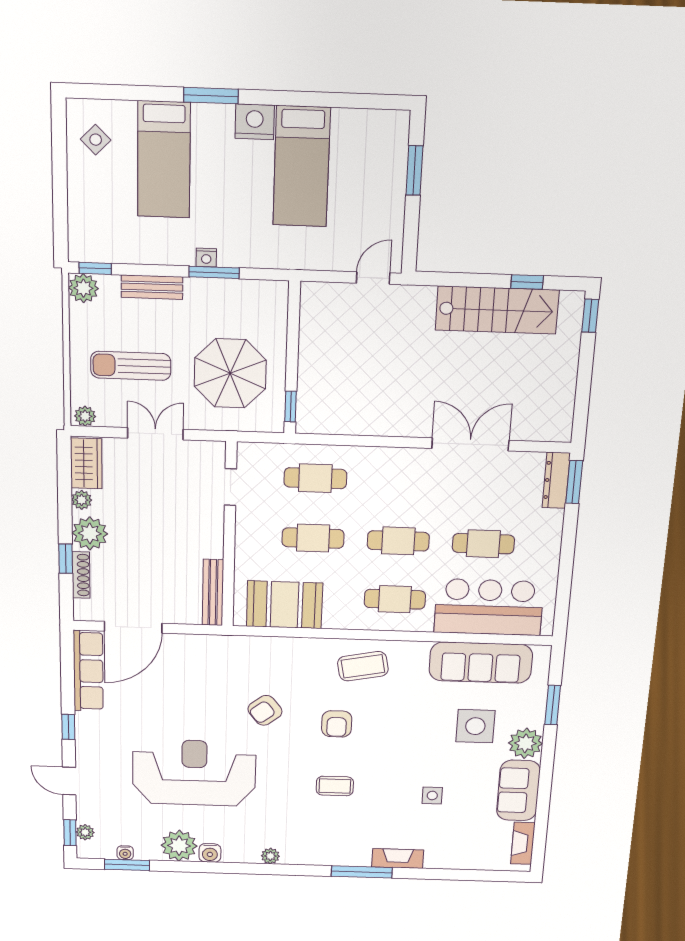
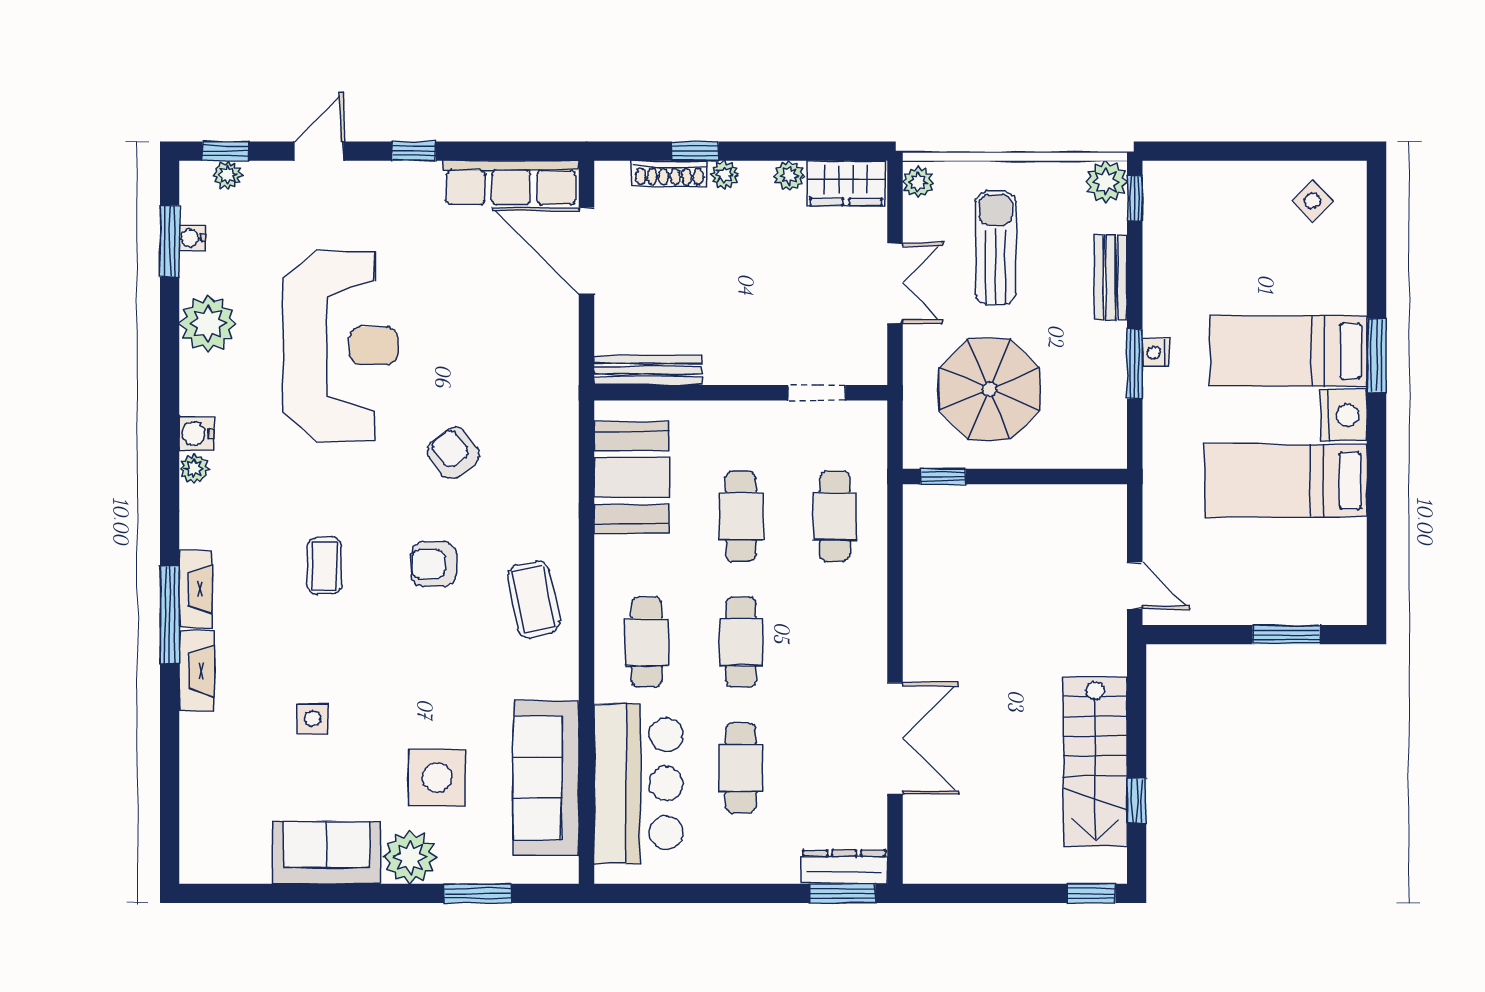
bed: (164, 160) -> (1289, 351), moved
plant: (90, 533) -> (724, 175), width x0.53, depth x0.53
fireplace: (523, 843) -> (196, 589), moved, turned 90
water cooler: (210, 853) -> (196, 434), moved

